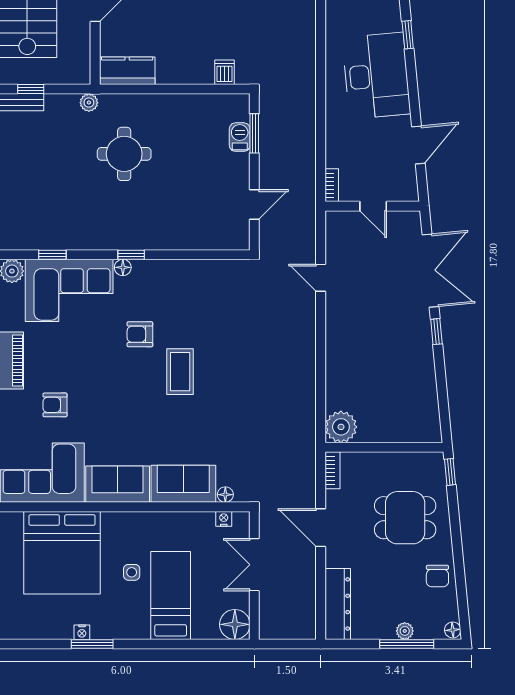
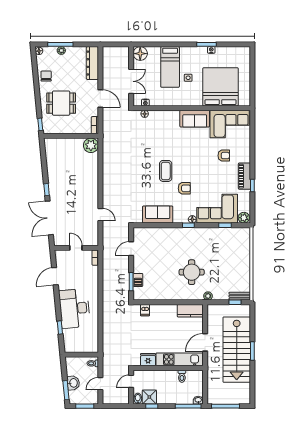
sofa: (183, 484) -> (158, 215), moved, turned 180

